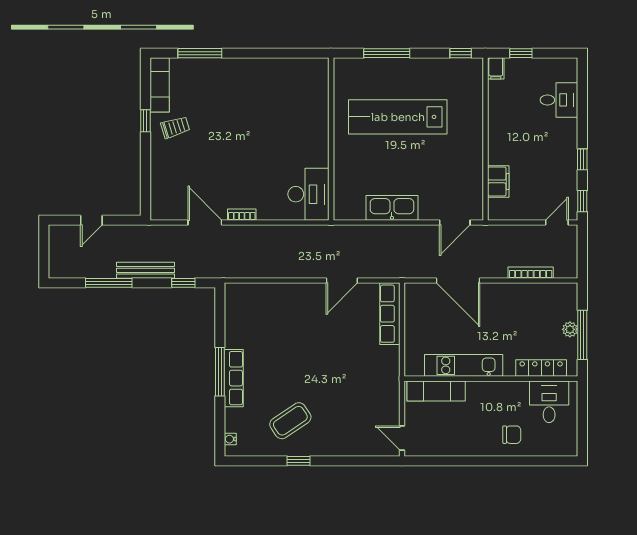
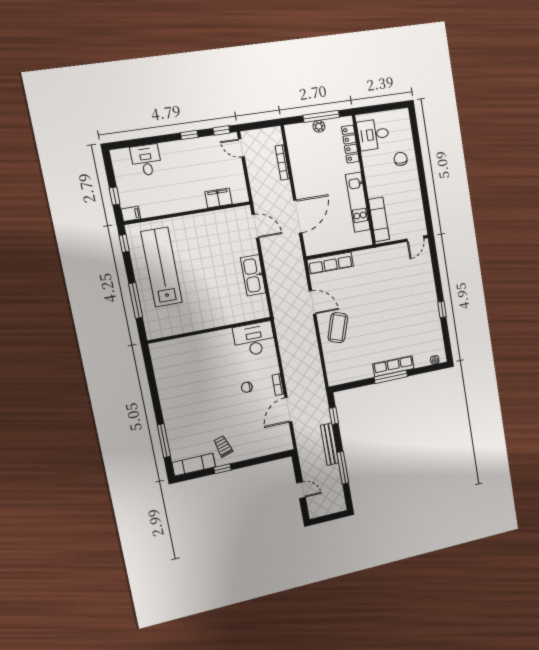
lab bench: (398, 117) -> (162, 267), moved, turned 180
chair: (247, 173) -> (247, 387), added
coffee table: (290, 421) -> (338, 328), moved, turned 52

